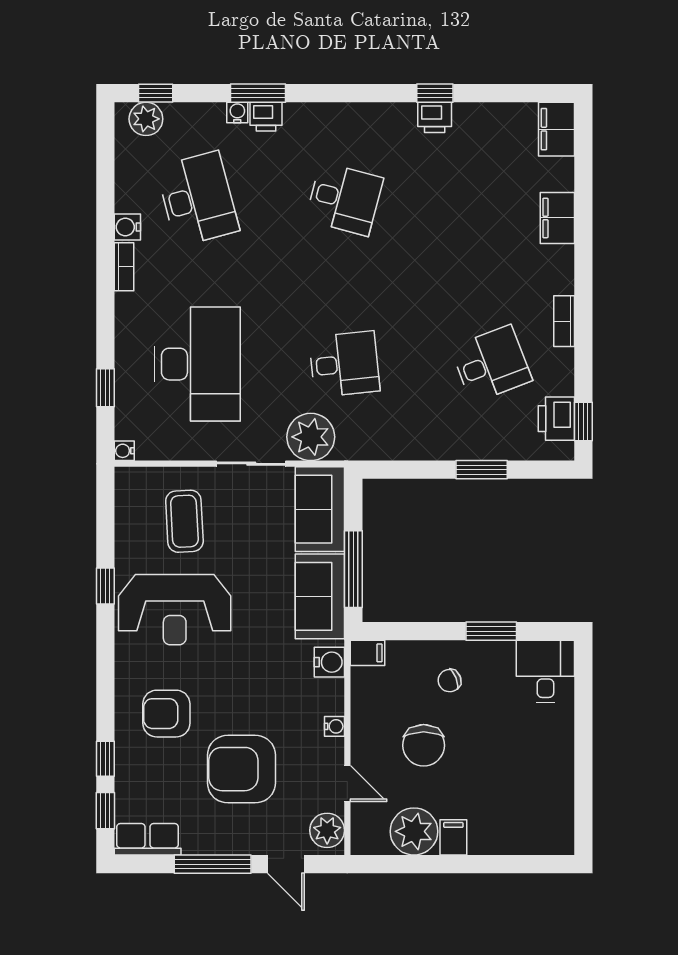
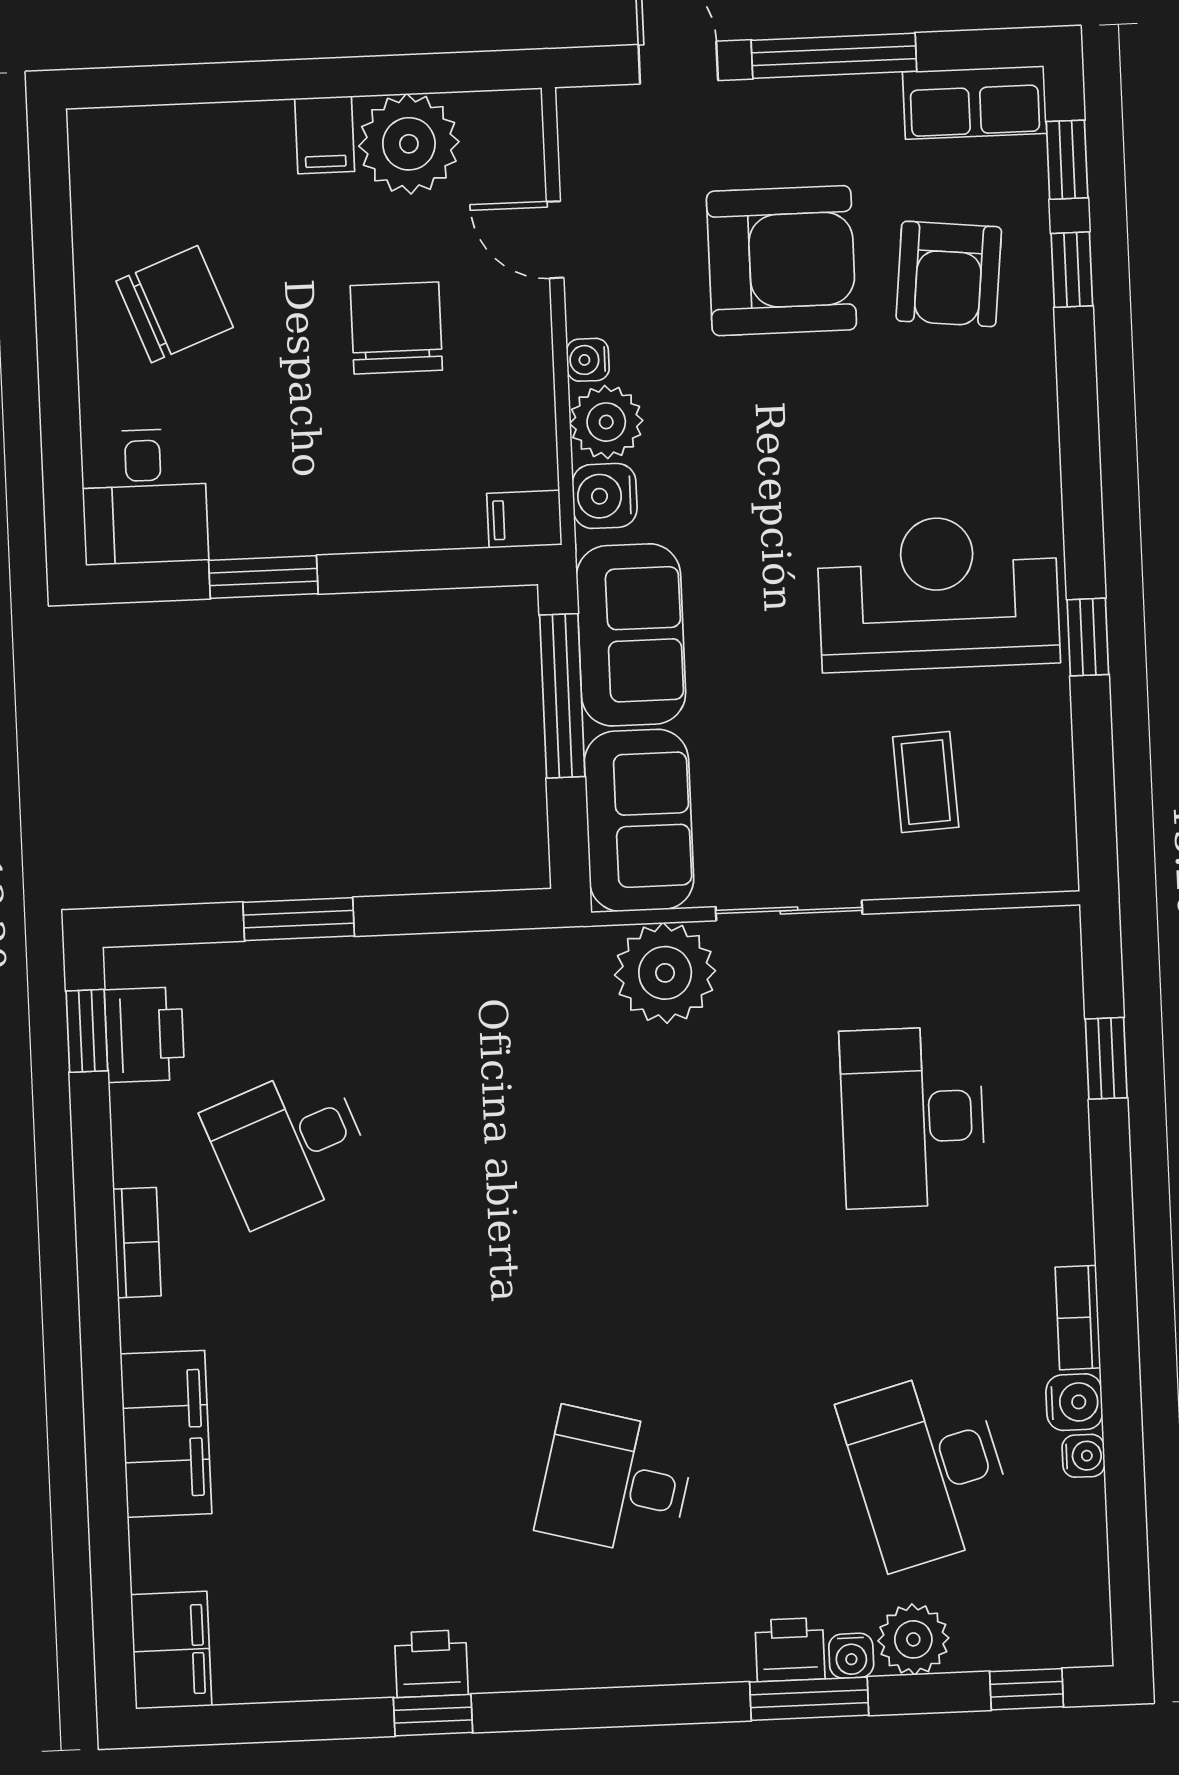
plant: (146, 119) -> (913, 1639), moved
filing cabinet: (557, 218) -> (166, 1434), width x1.50, depth x1.17
desk: (198, 364) -> (912, 1117), width x0.73, depth x0.77
desk: (344, 364) -> (600, 1131), removed
water cooler: (124, 451) -> (1083, 1456), moved
coffee table: (184, 521) -> (926, 782), width x0.73, depth x0.77
chair: (450, 681) -> (175, 304), moved, width x1.87, depth x1.87
armchair: (166, 714) -> (949, 274), moved, turned 96
plant: (327, 830) -> (606, 422), moved

